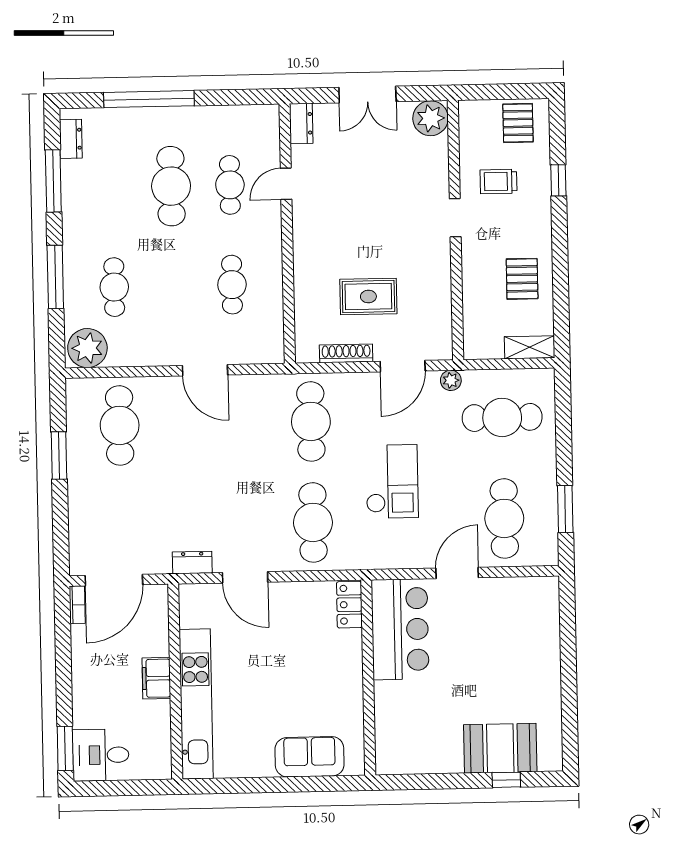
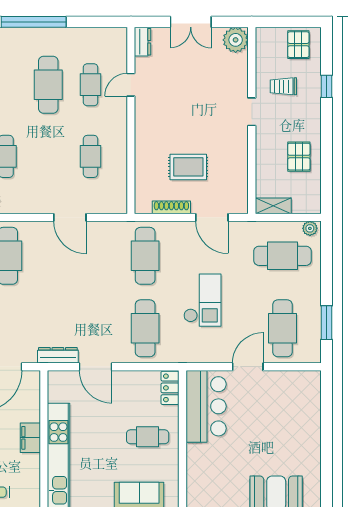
shelving: (530, 347) -> (273, 206), moved
door: (403, 366) -> (212, 217), hinge flipped
plant: (451, 380) -> (310, 228), moved
dresser: (192, 562) -> (58, 355), width x1.44
cafe table: (320, 673) -> (148, 437), added

